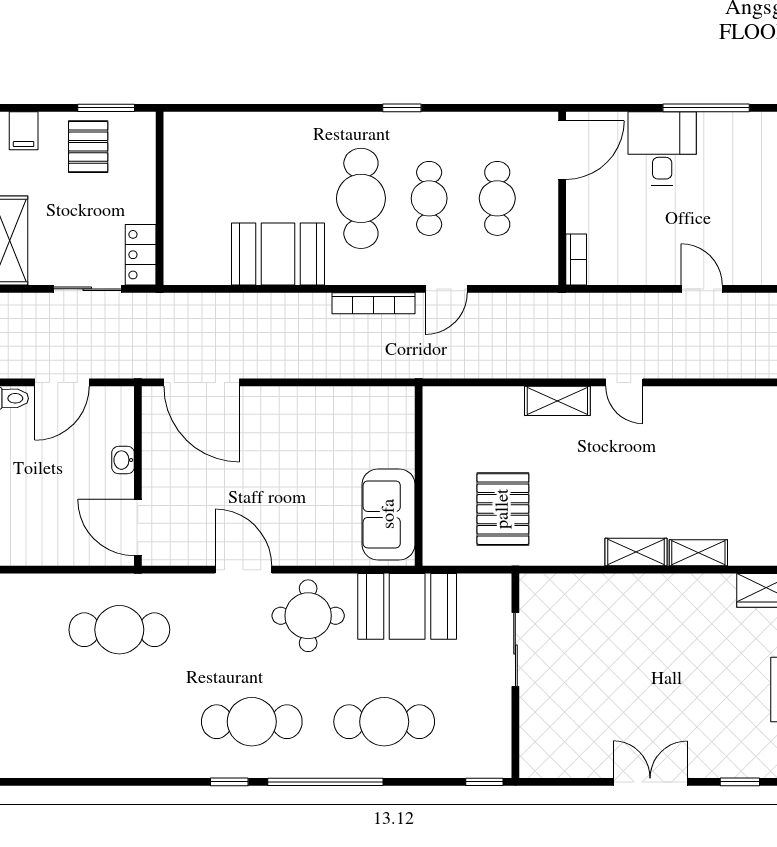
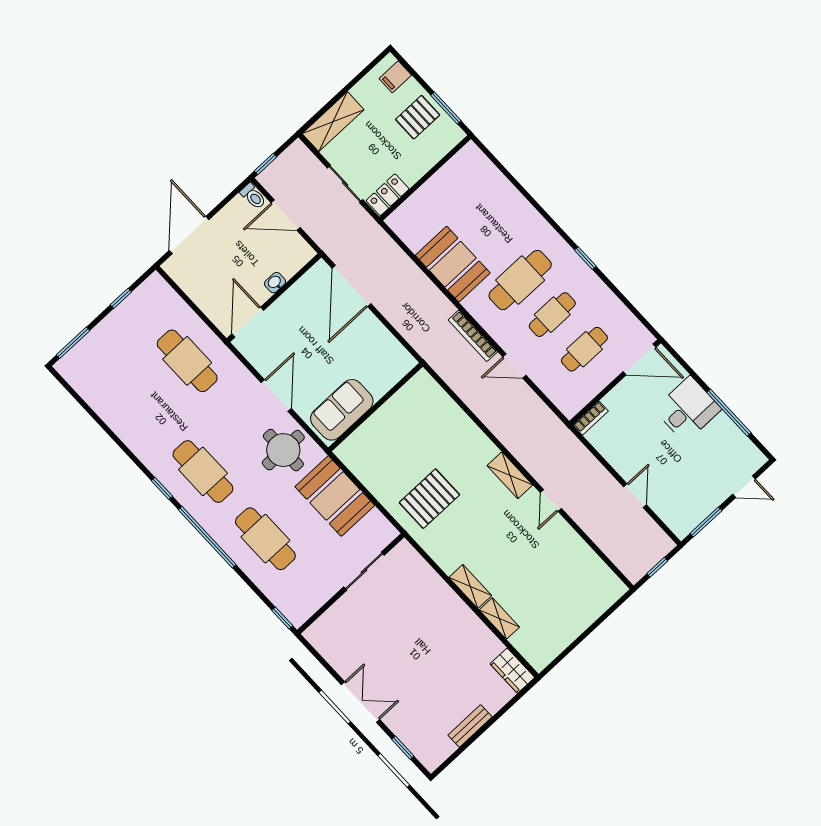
wall: (419, 476) -> (375, 407), moved
sofa: (389, 514) -> (342, 410), moved

